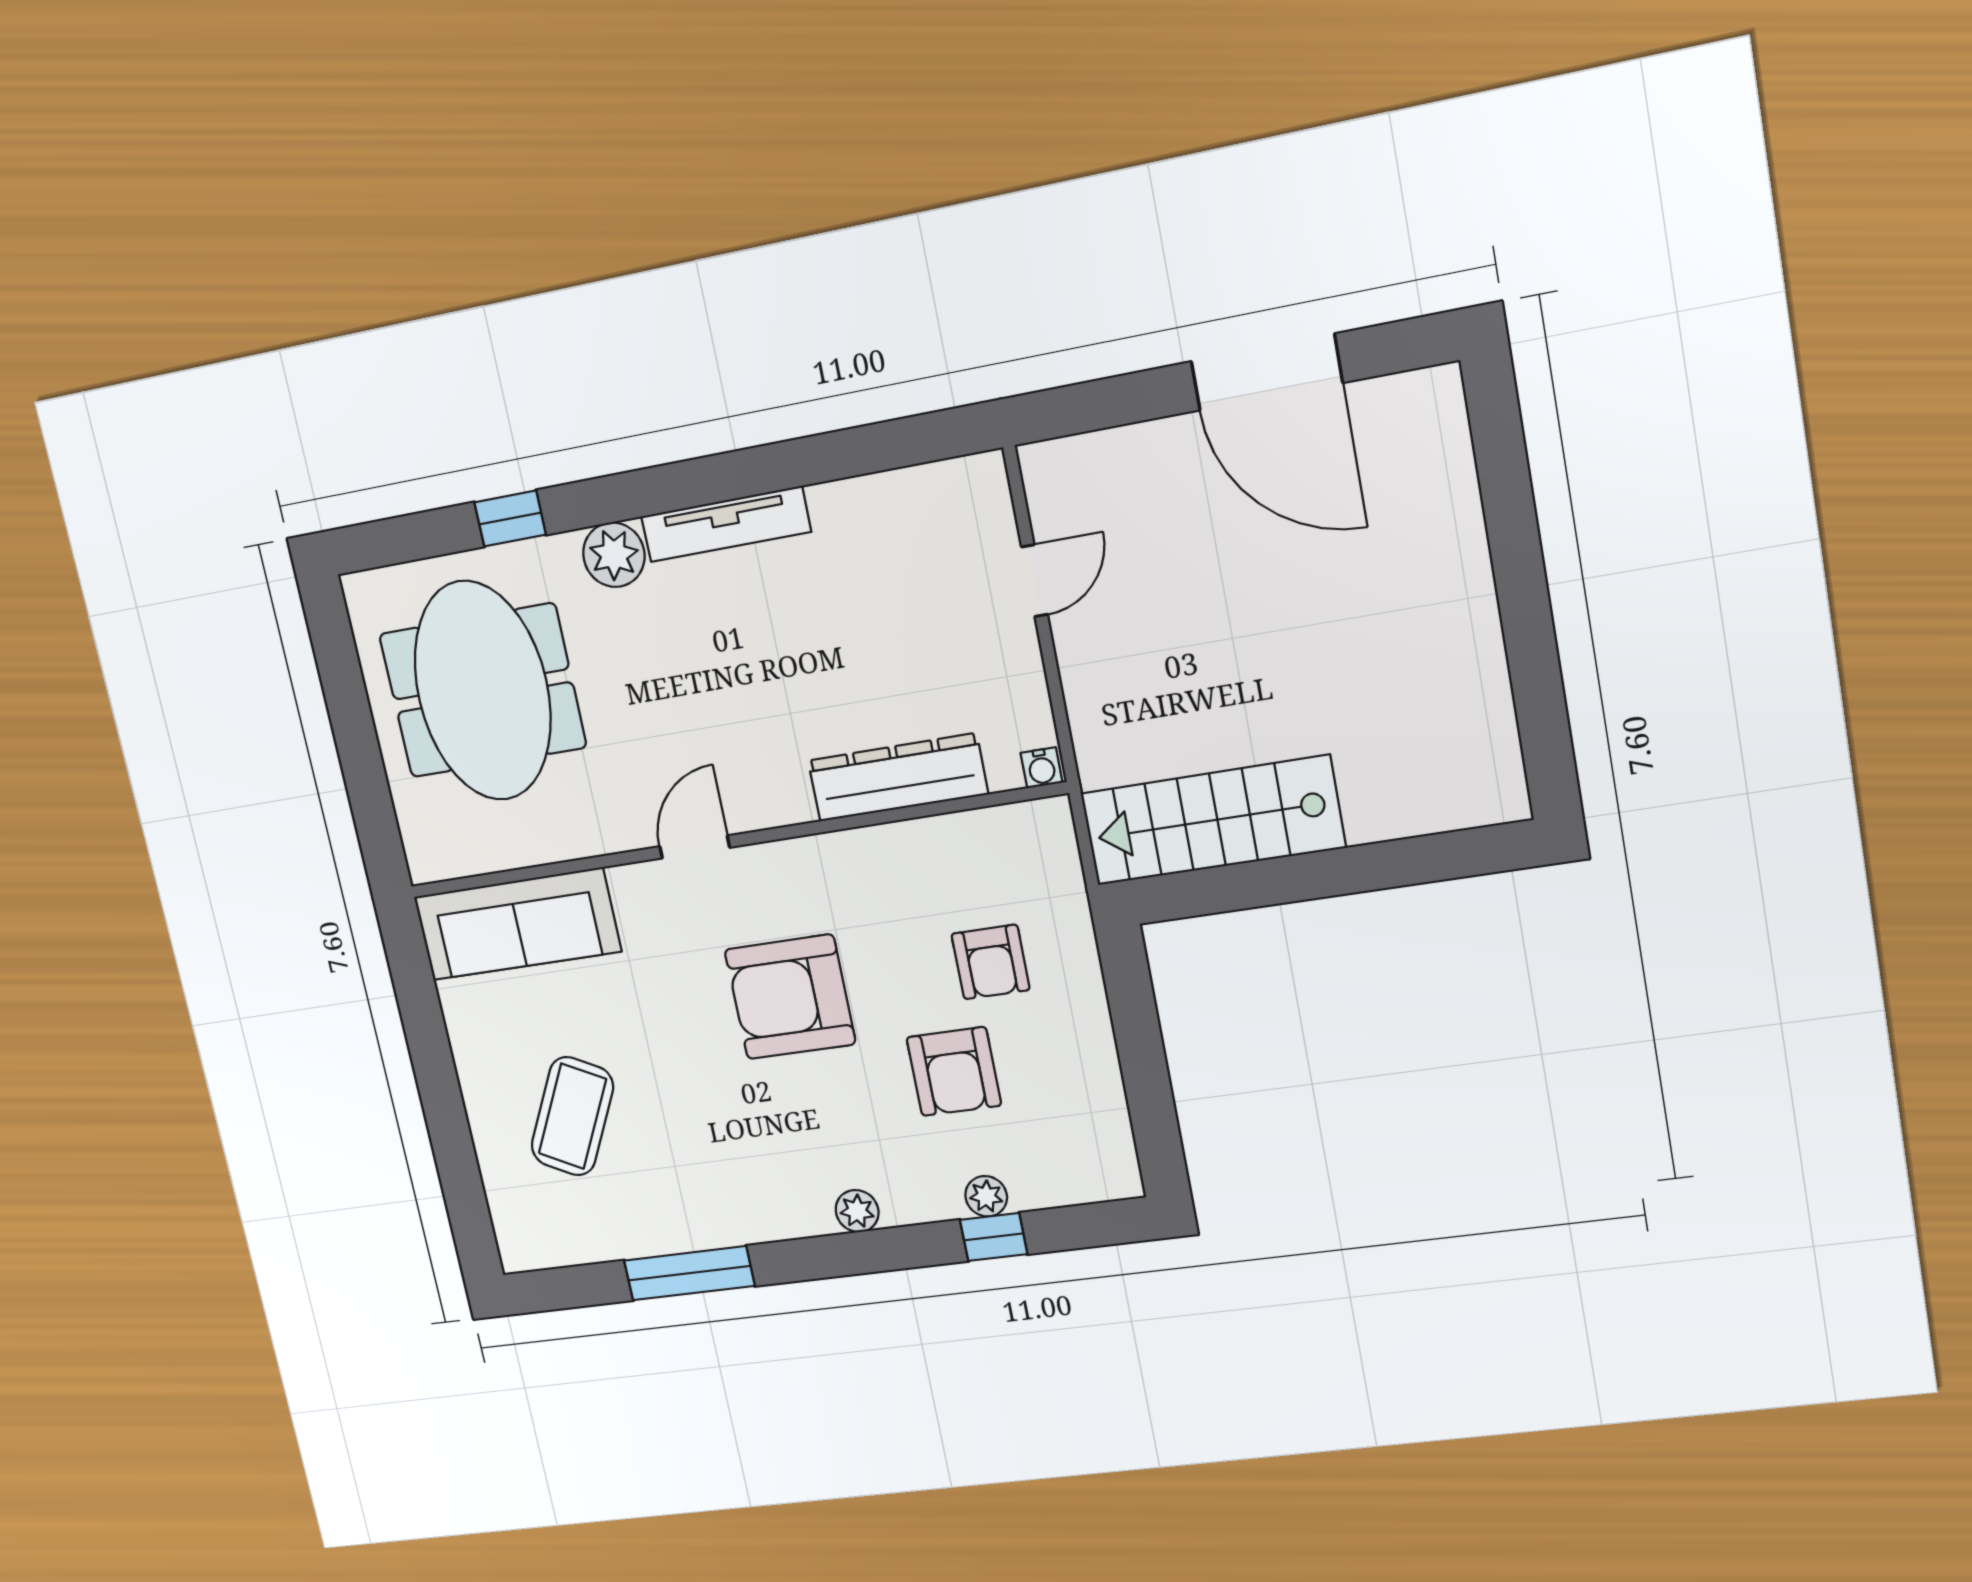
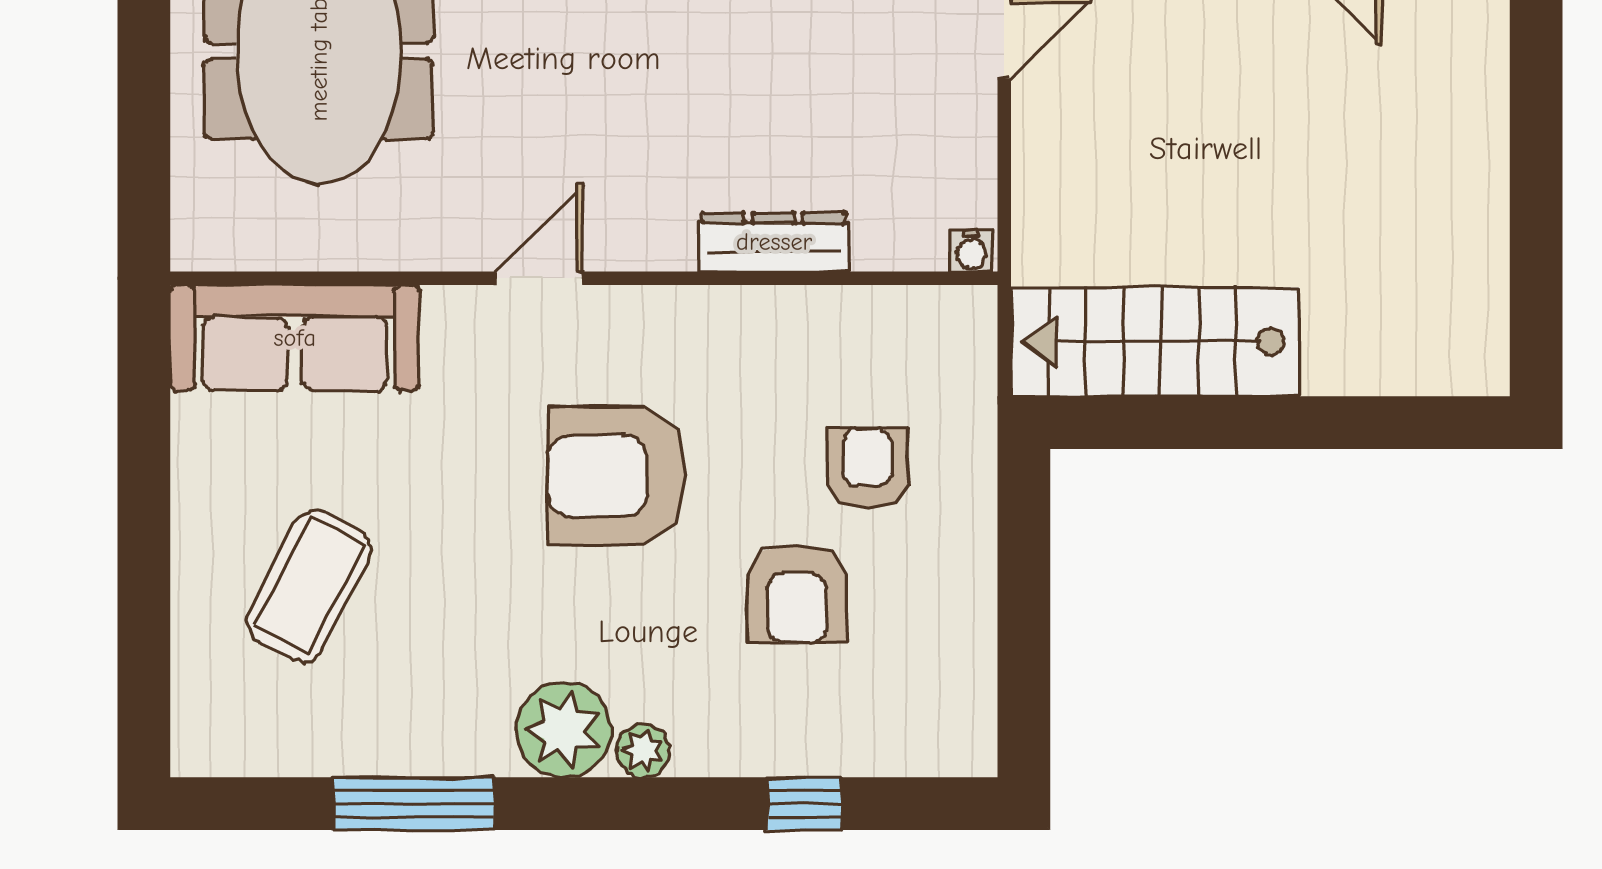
dresser: (898, 777) -> (774, 242), width x0.73, depth x0.80
armchair: (991, 962) -> (867, 468), turned 180
plant: (986, 1196) -> (564, 730), moved, width x1.88, depth x1.88

